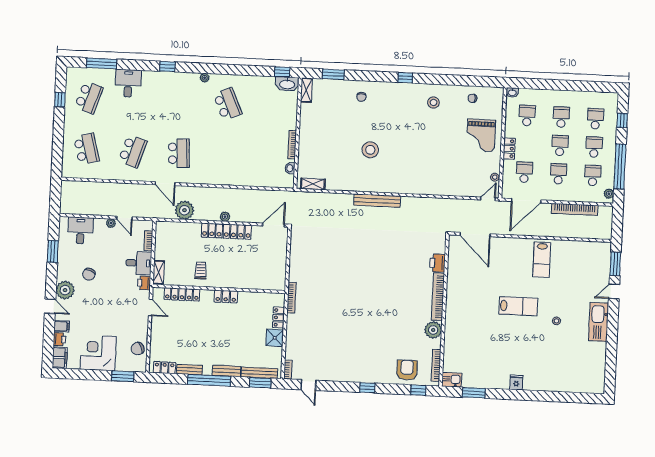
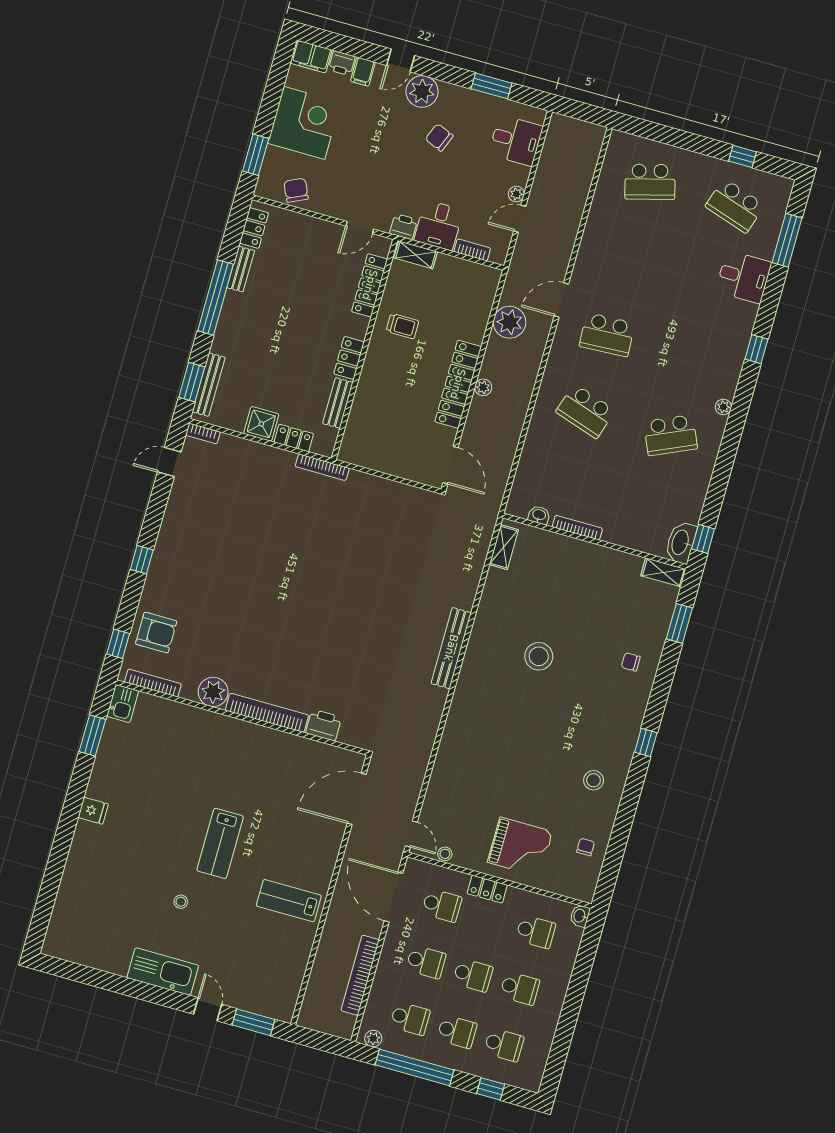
grand piano: (481, 135) -> (520, 847), turned 180
school desk: (133, 151) -> (585, 411), moved
bench: (226, 371) -> (338, 403), moved

